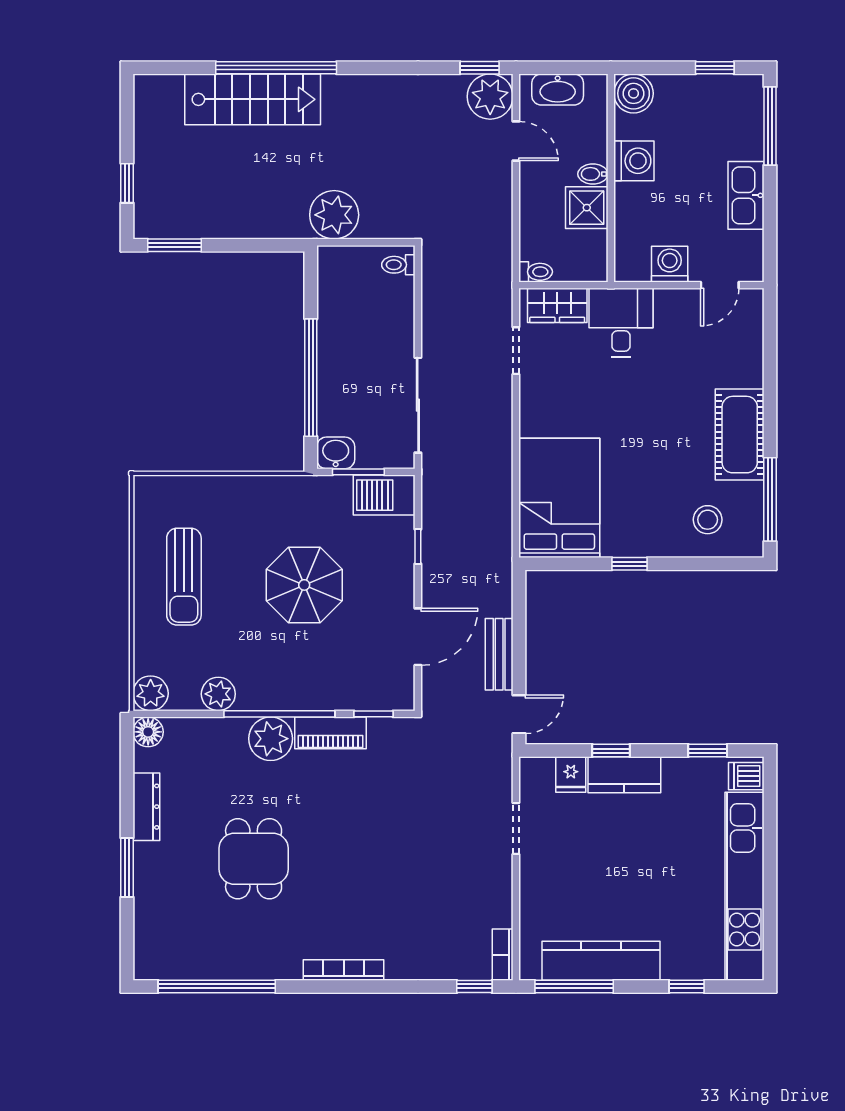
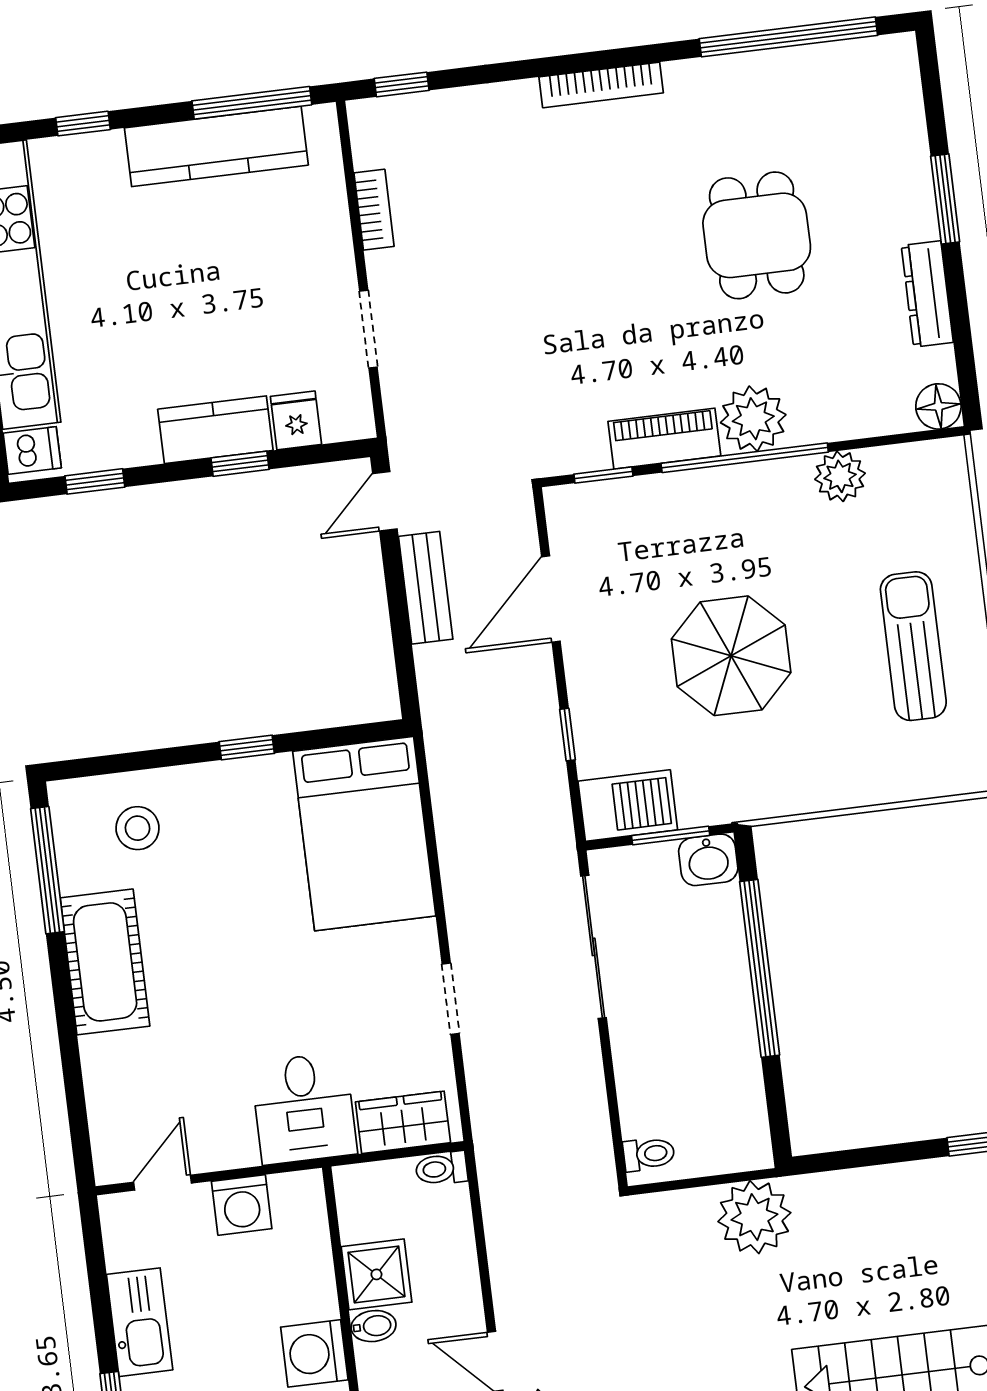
doorway: (516, 351) -> (451, 999), moved
plant: (151, 693) -> (942, 465), removed
bookcase: (503, 955) -> (374, 210), moved

